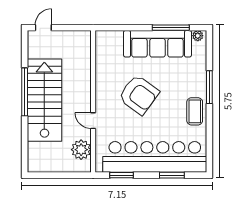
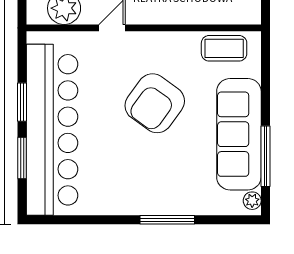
coffee table: (195, 111) -> (224, 48), moved
window: (122, 175) -> (22, 102), moved

